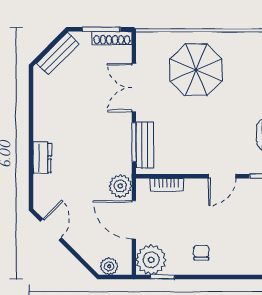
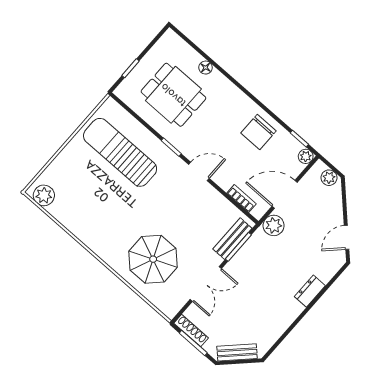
door: (134, 220) -> (285, 194), swing flipped
chair: (201, 253) -> (258, 132), width x1.87, depth x1.87
plant: (151, 260) -> (306, 156), width x0.53, depth x0.53

